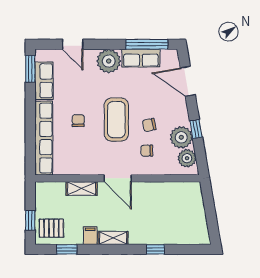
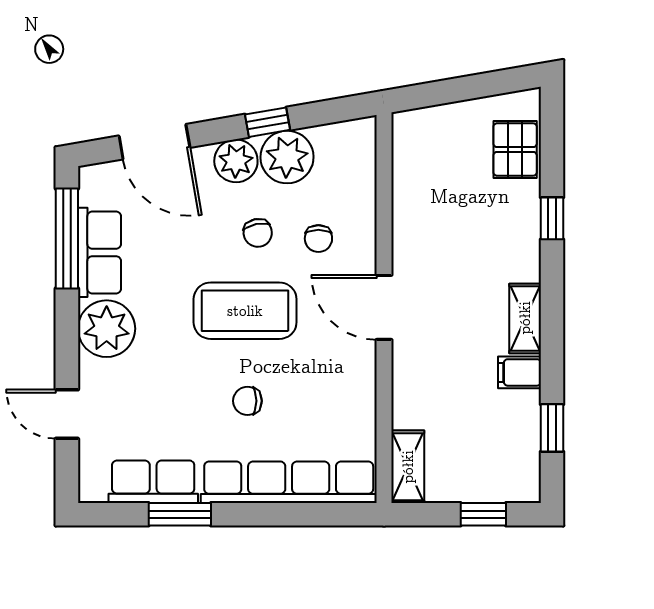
door: (73, 44) -> (67, 414), swing flipped
window: (30, 69) -> (180, 514), moved
door: (188, 81) -> (154, 142), hinge flipped
plant: (187, 158) -> (236, 161), moved
door: (118, 178) -> (384, 307), swing flipped
shelving: (82, 188) -> (408, 467), moved
pallet: (51, 228) -> (515, 150), moved

